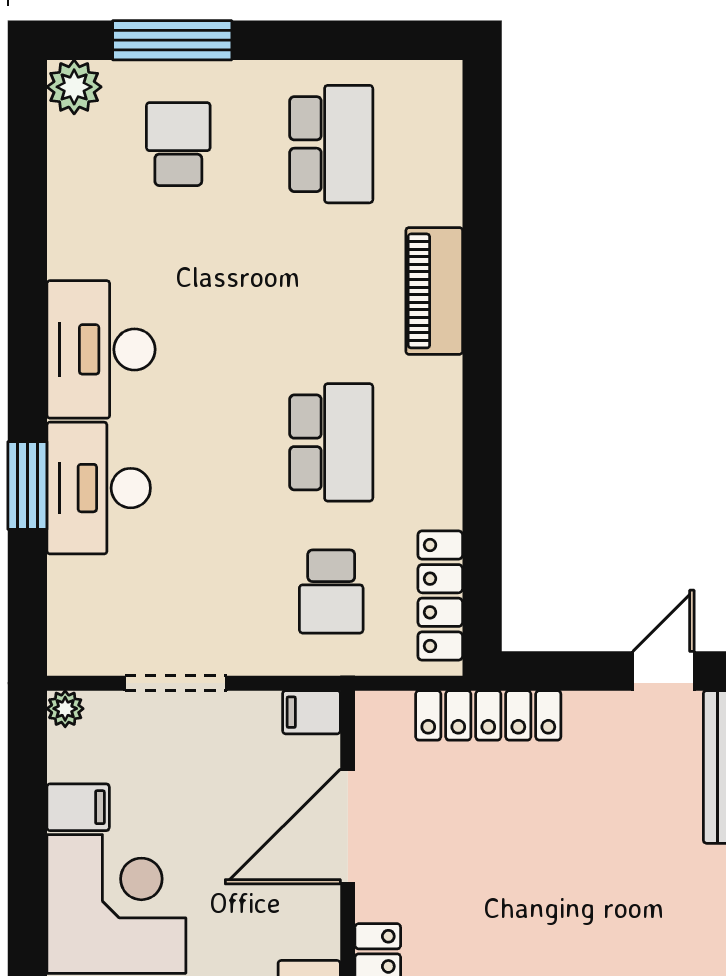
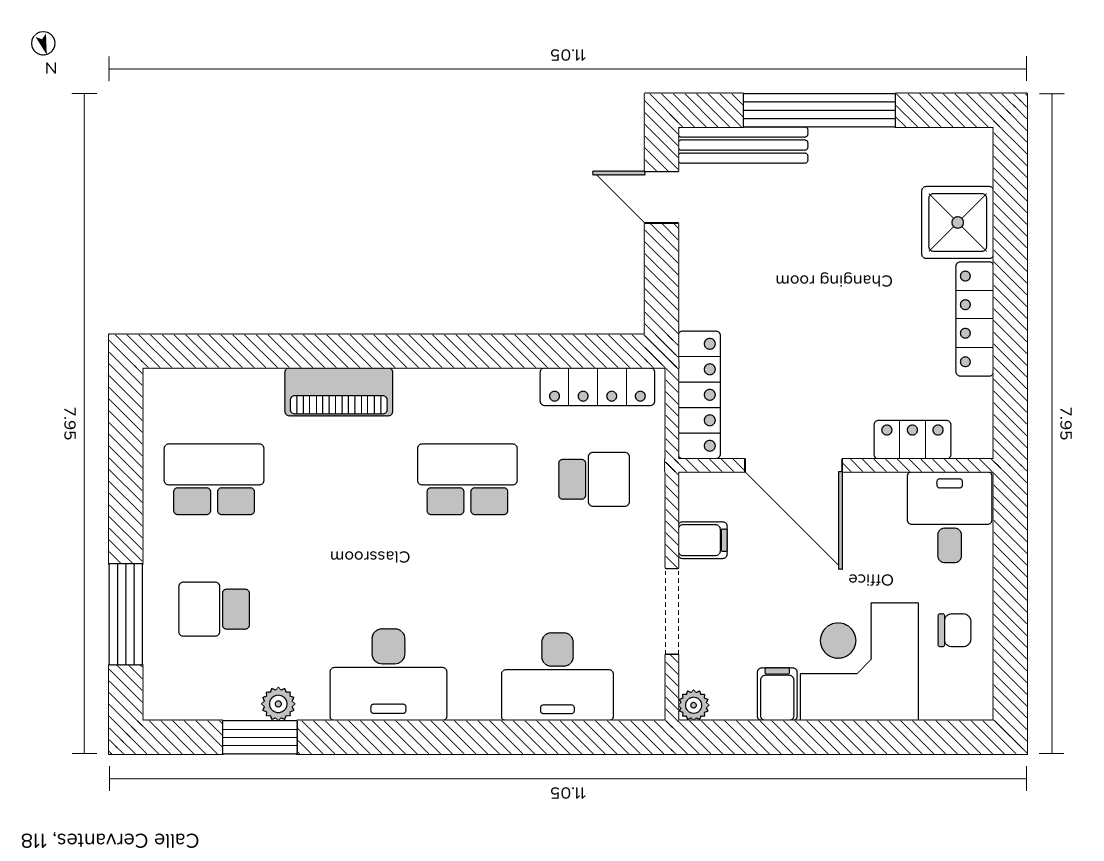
plant: (74, 87) -> (278, 704), moved, width x0.73, depth x0.73
window: (27, 485) -> (260, 737), moved
desk: (99, 488) -> (557, 677), moved
filing cabinet: (311, 712) -> (703, 540), moved, turned -90
locker: (488, 715) -> (699, 395), moved

